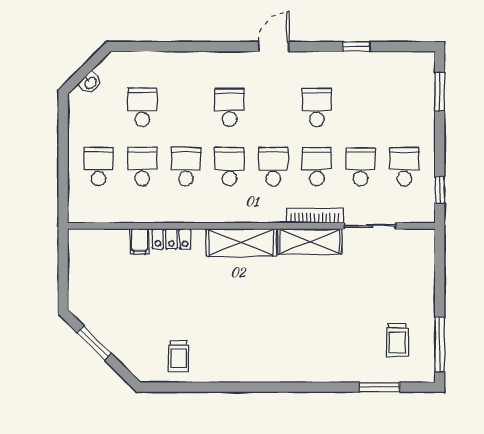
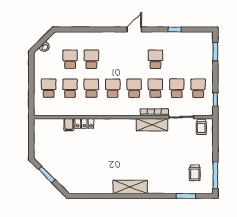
school desk: (230, 107) -> (91, 59), moved
shelving: (241, 243) -> (130, 187), moved
trolley: (178, 356) -> (201, 127), moved

